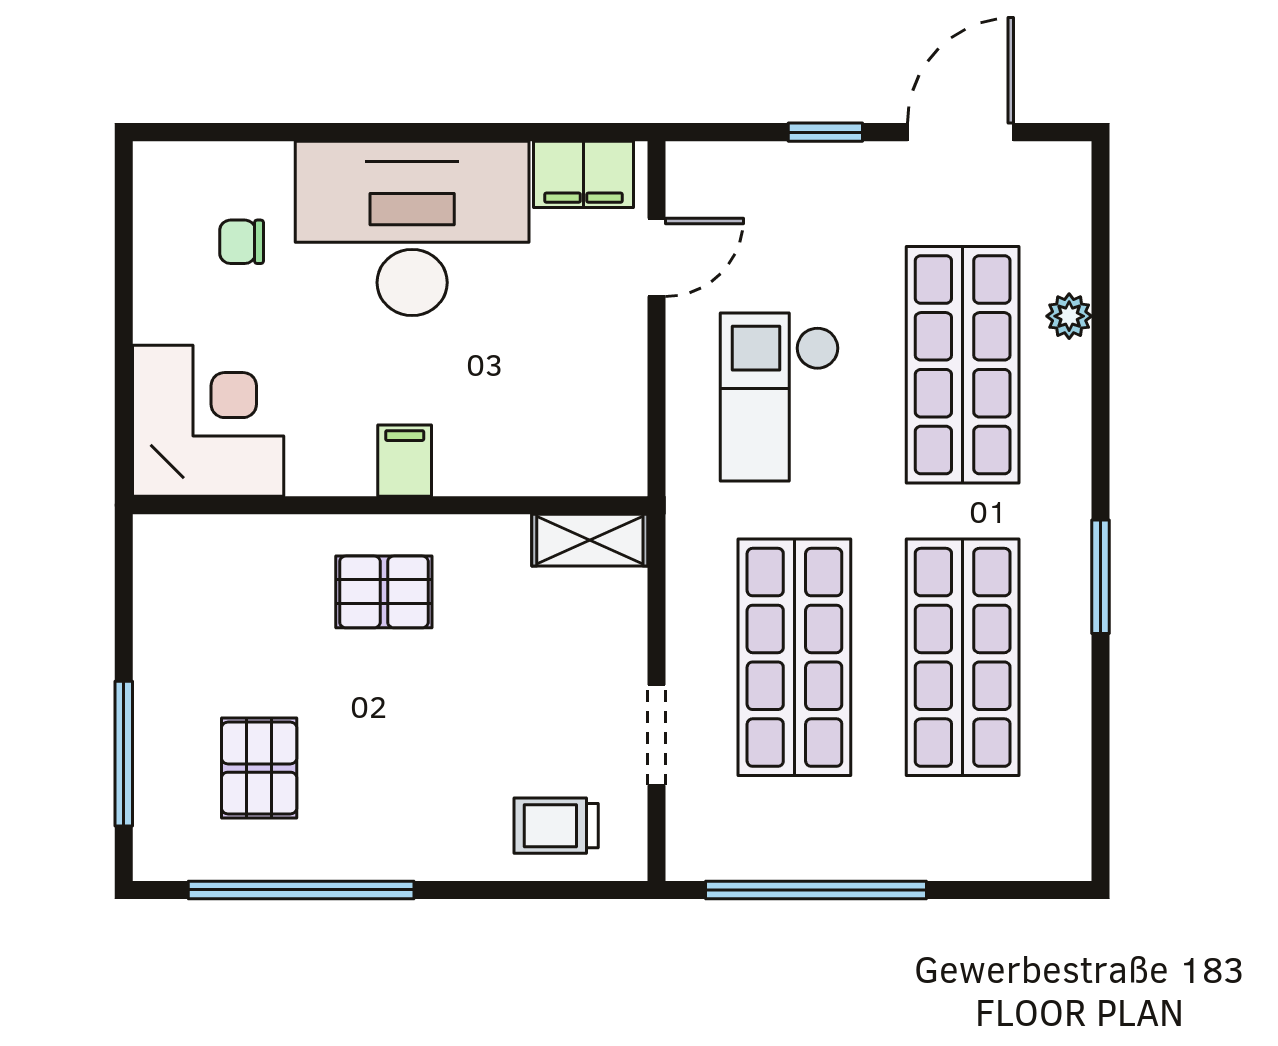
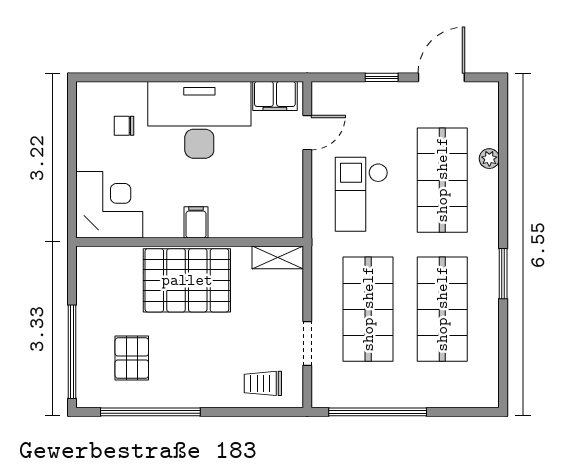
pallet: (384, 592) -> (187, 280), width x2.05, depth x2.00
window: (124, 754) -> (72, 352), width x1.46

